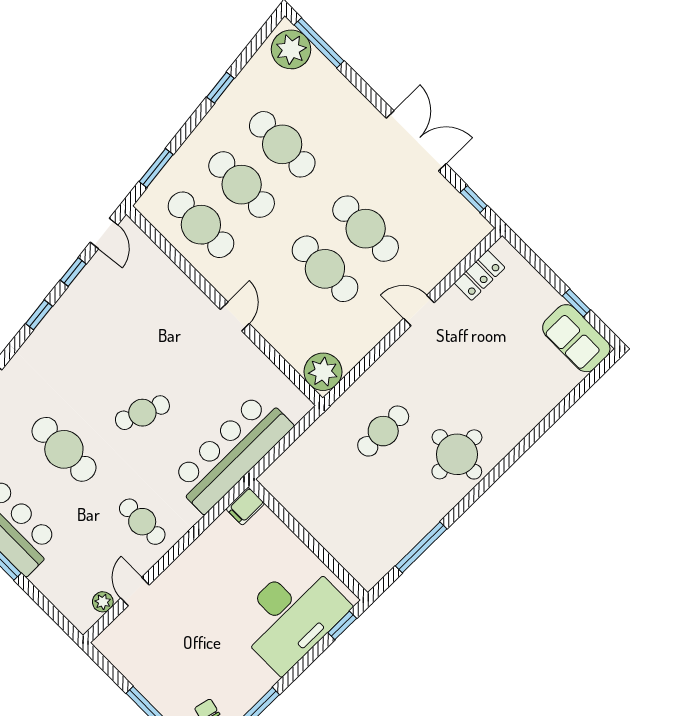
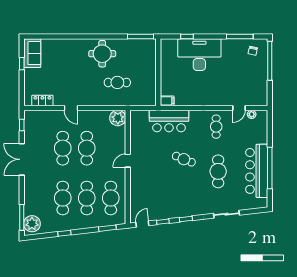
bar counter: (231, 452) -> (169, 121), width x0.73
filing cabinet: (245, 506) -> (167, 101), moved
wall: (308, 540) -> (158, 72), moved

